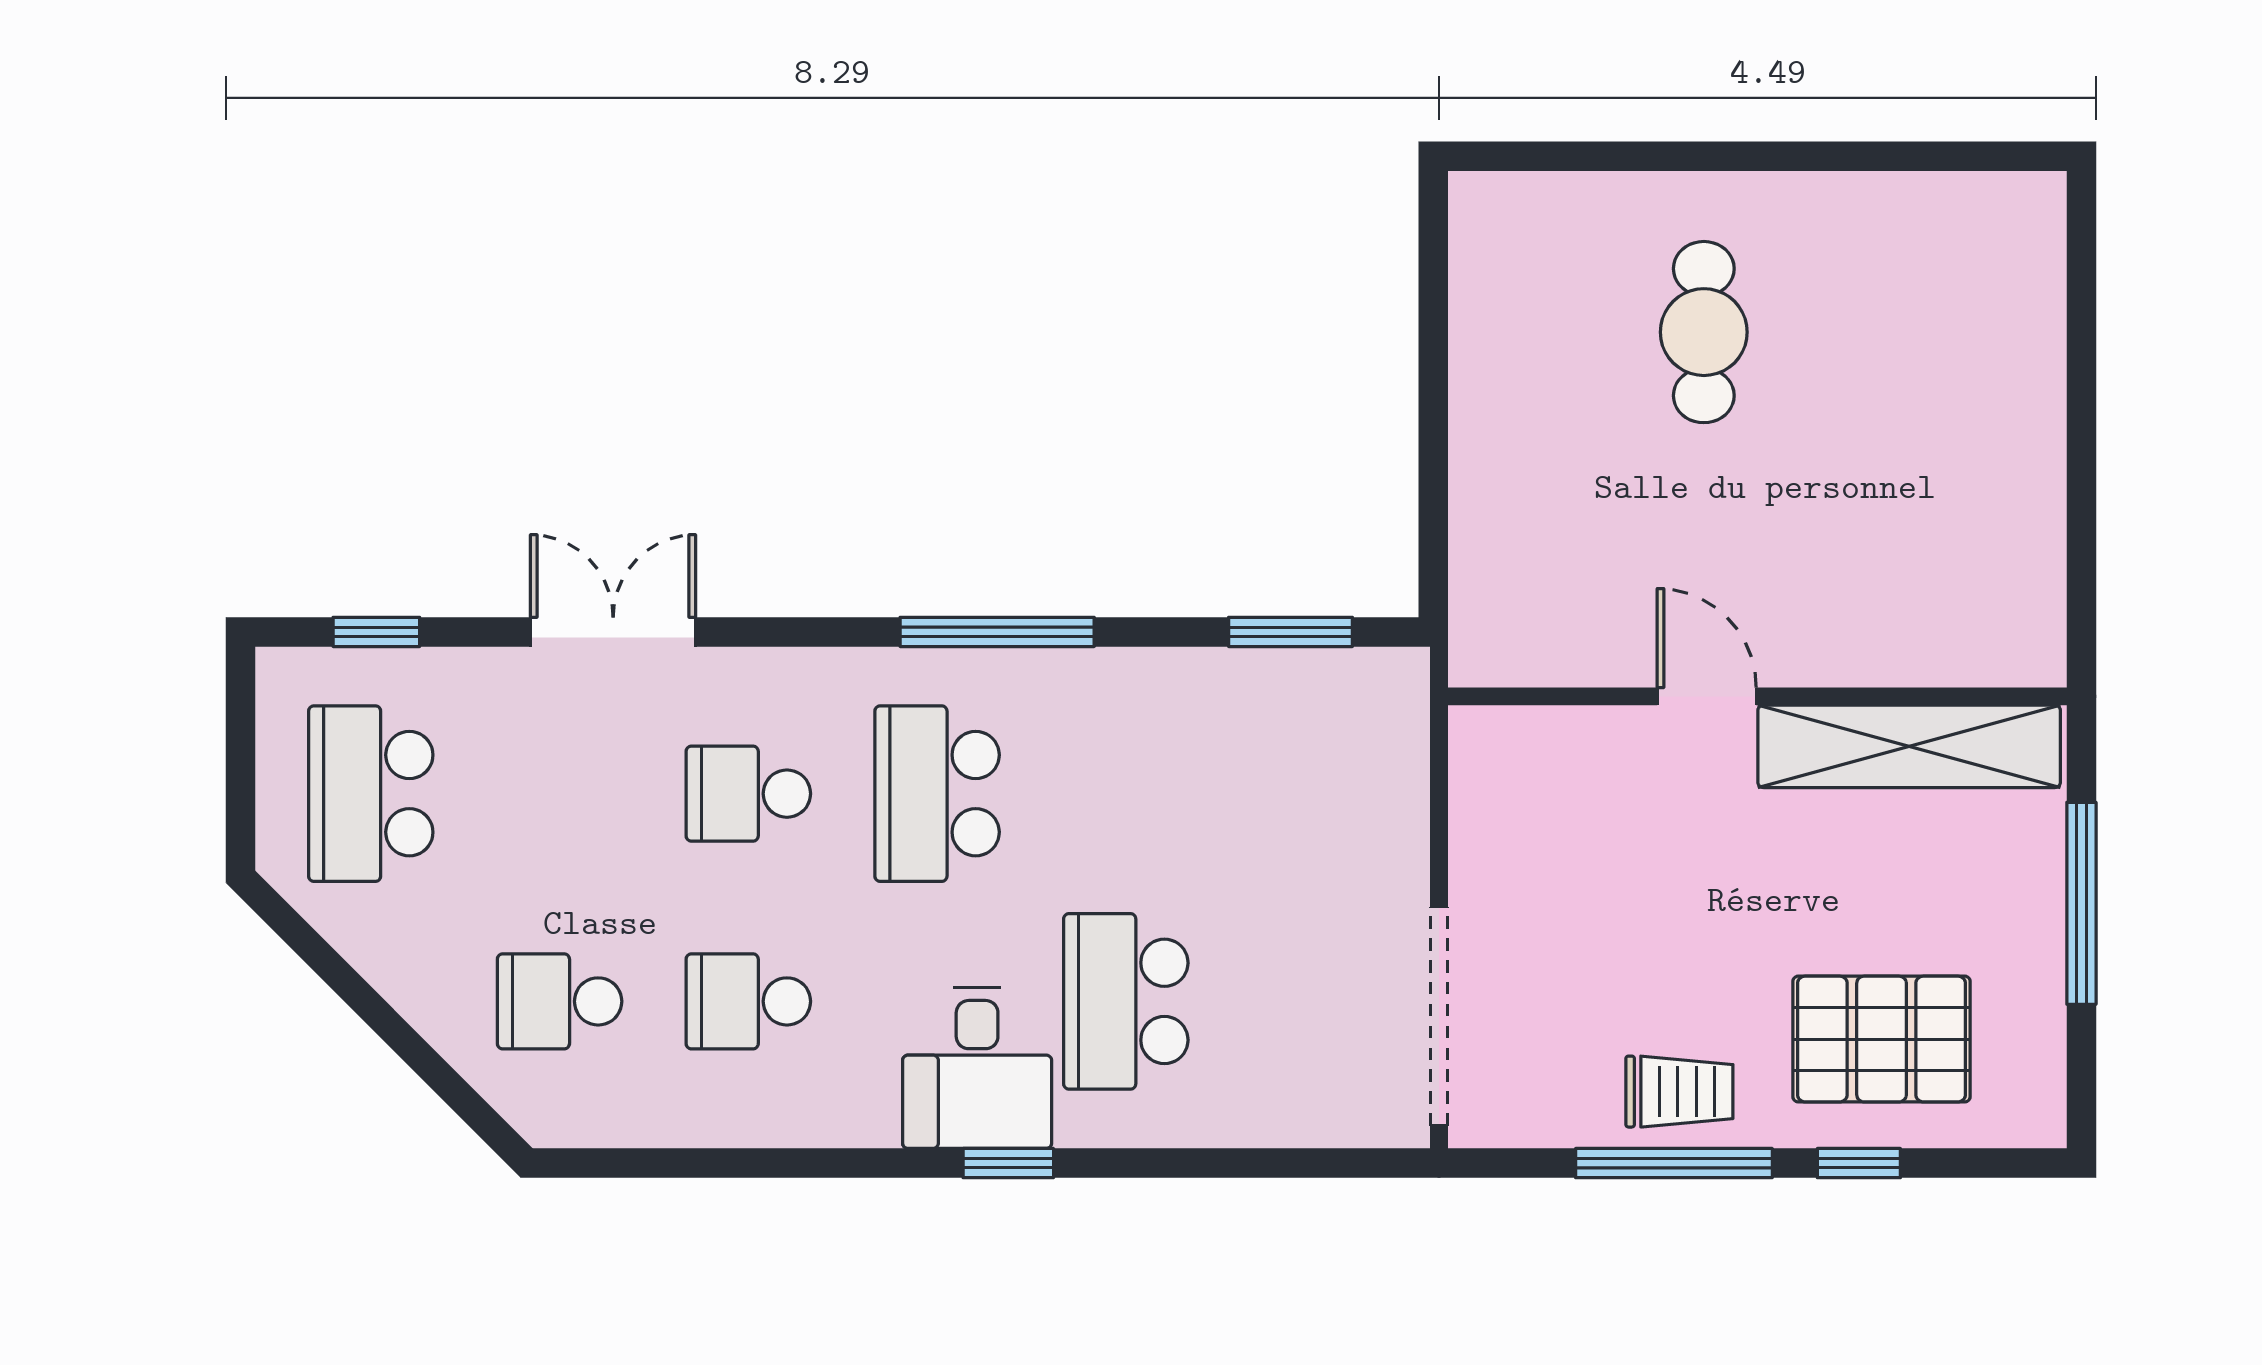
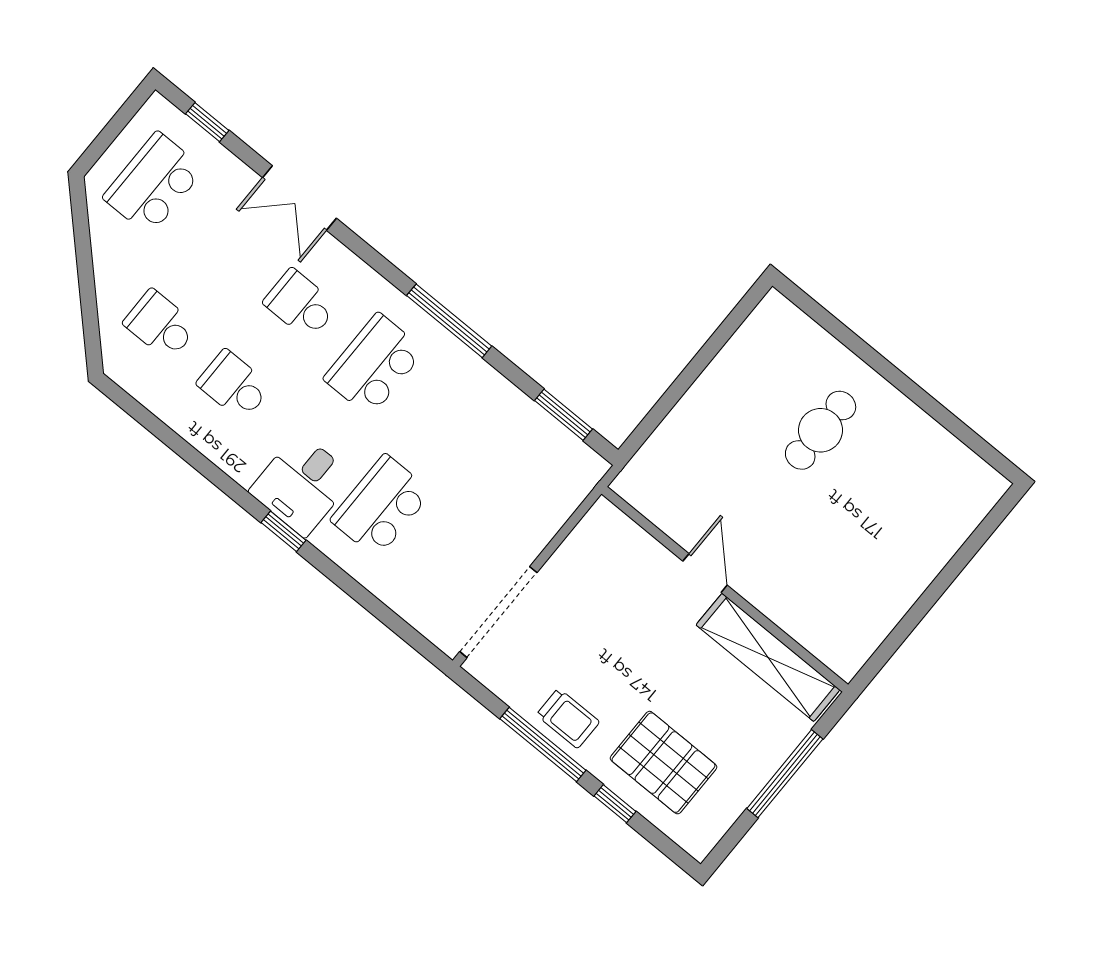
double door: (613, 632) -> (299, 198), swing flipped

